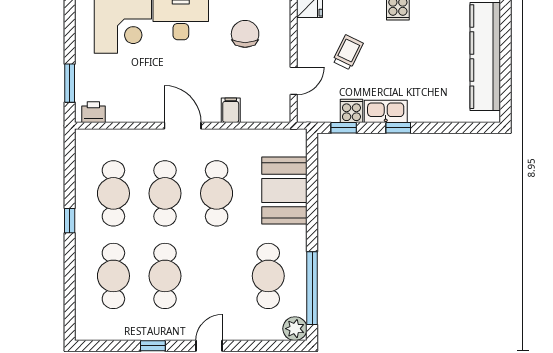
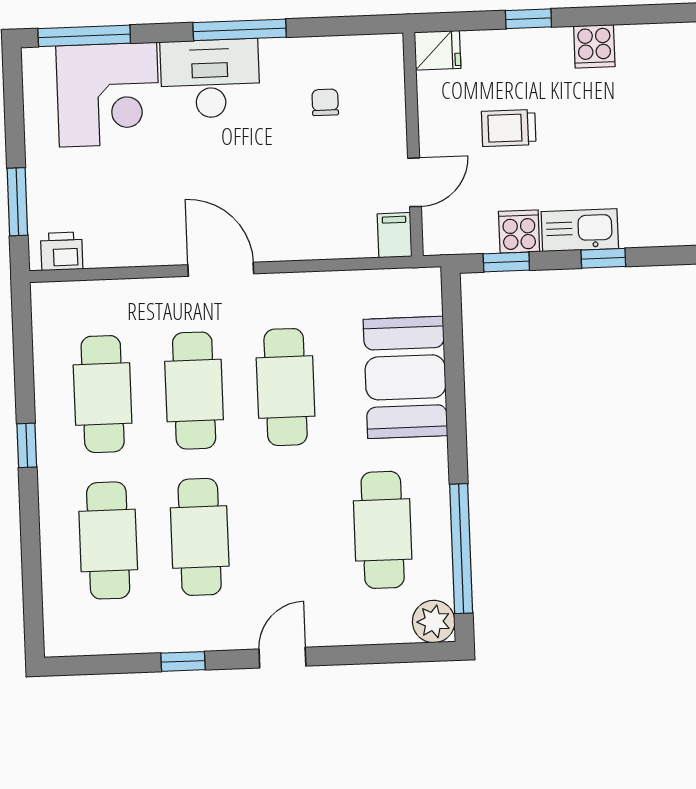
chair: (245, 34) -> (325, 102), width x0.54, depth x0.54
trolley: (348, 52) -> (509, 128), turned -116
filing cabinet: (231, 110) -> (395, 235), moved

